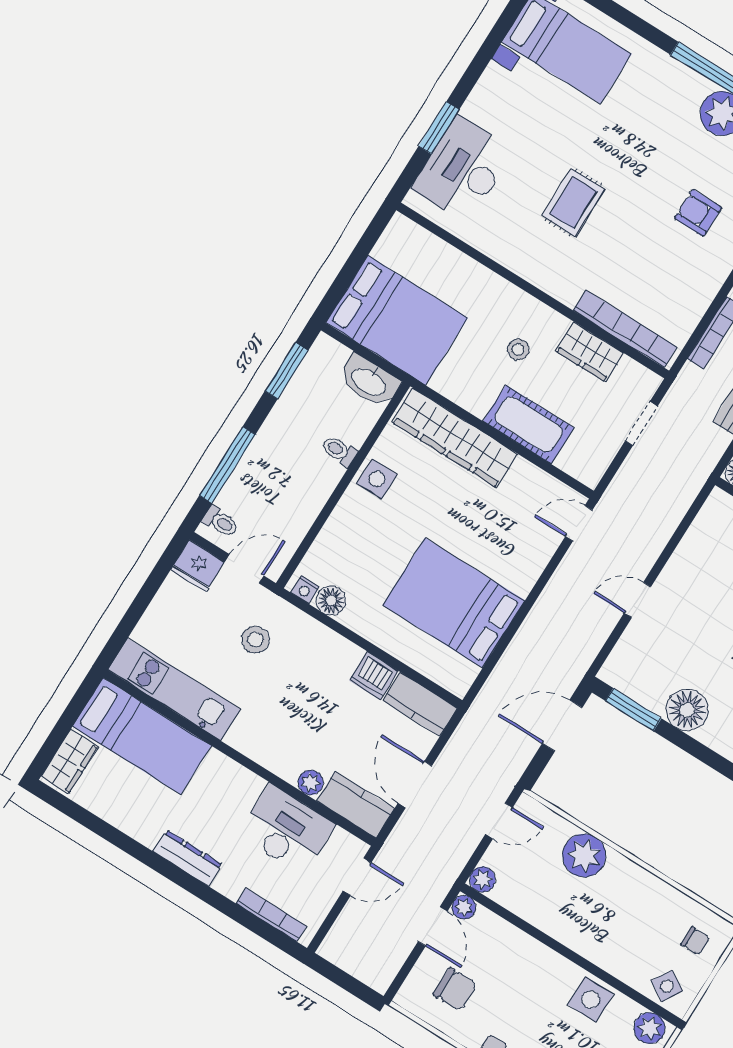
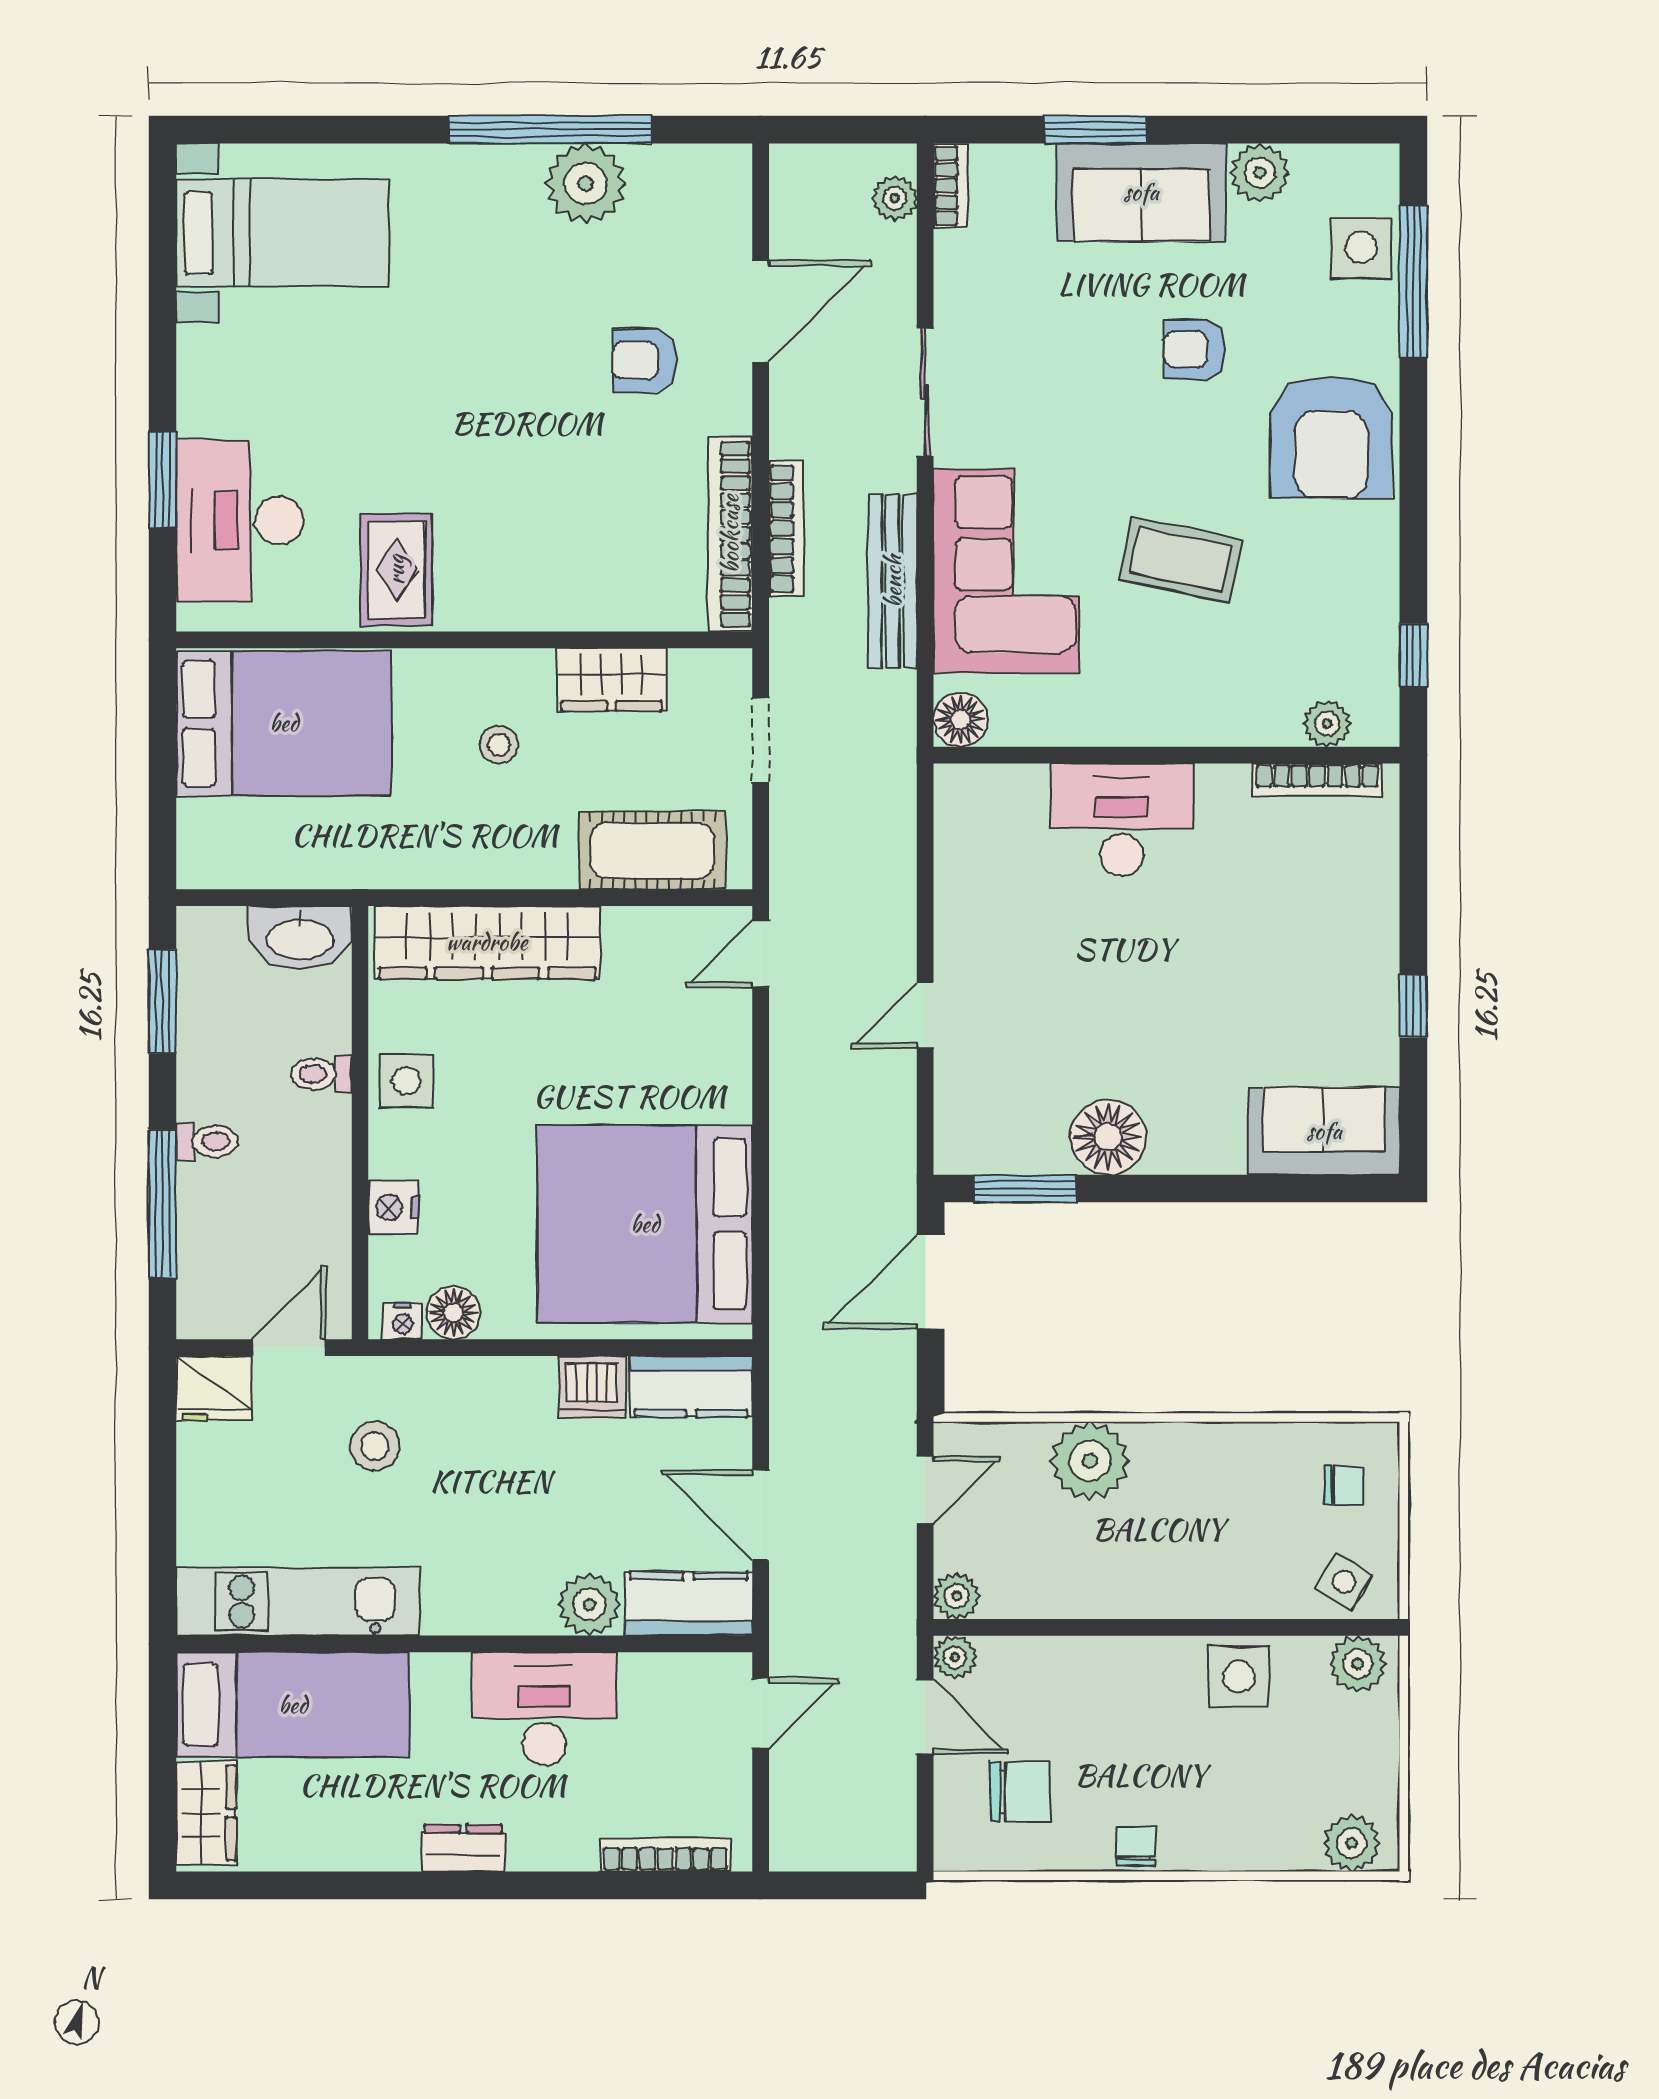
rug: (573, 202) -> (396, 570), moved
bed: (397, 320) -> (284, 723), moved
bookcase: (625, 329) -> (730, 534), moved, turned -90
cot: (529, 425) -> (652, 850), moved
toilet: (221, 522) -> (207, 1141), moved
nightstand: (334, 534) -> (393, 1208), added
bed: (454, 603) -> (645, 1224), width x1.36
plant: (311, 783) -> (589, 1605), width x1.38, depth x1.38
desk: (287, 830) -> (544, 1709), moved
dresser: (188, 858) -> (463, 1848), width x0.70

